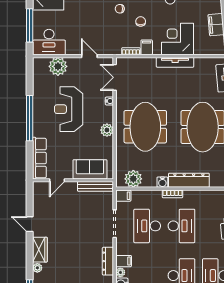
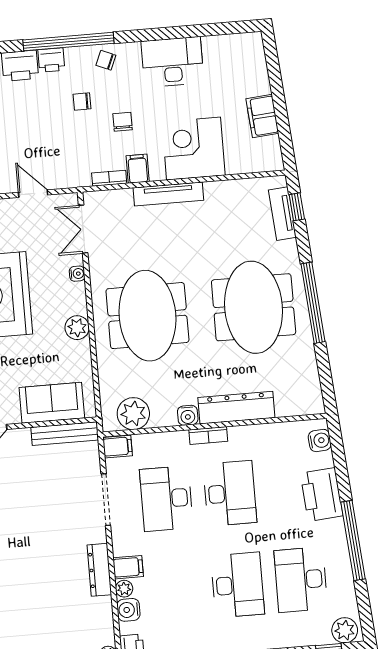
tv unit: (175, 62) -> (168, 194), moved

